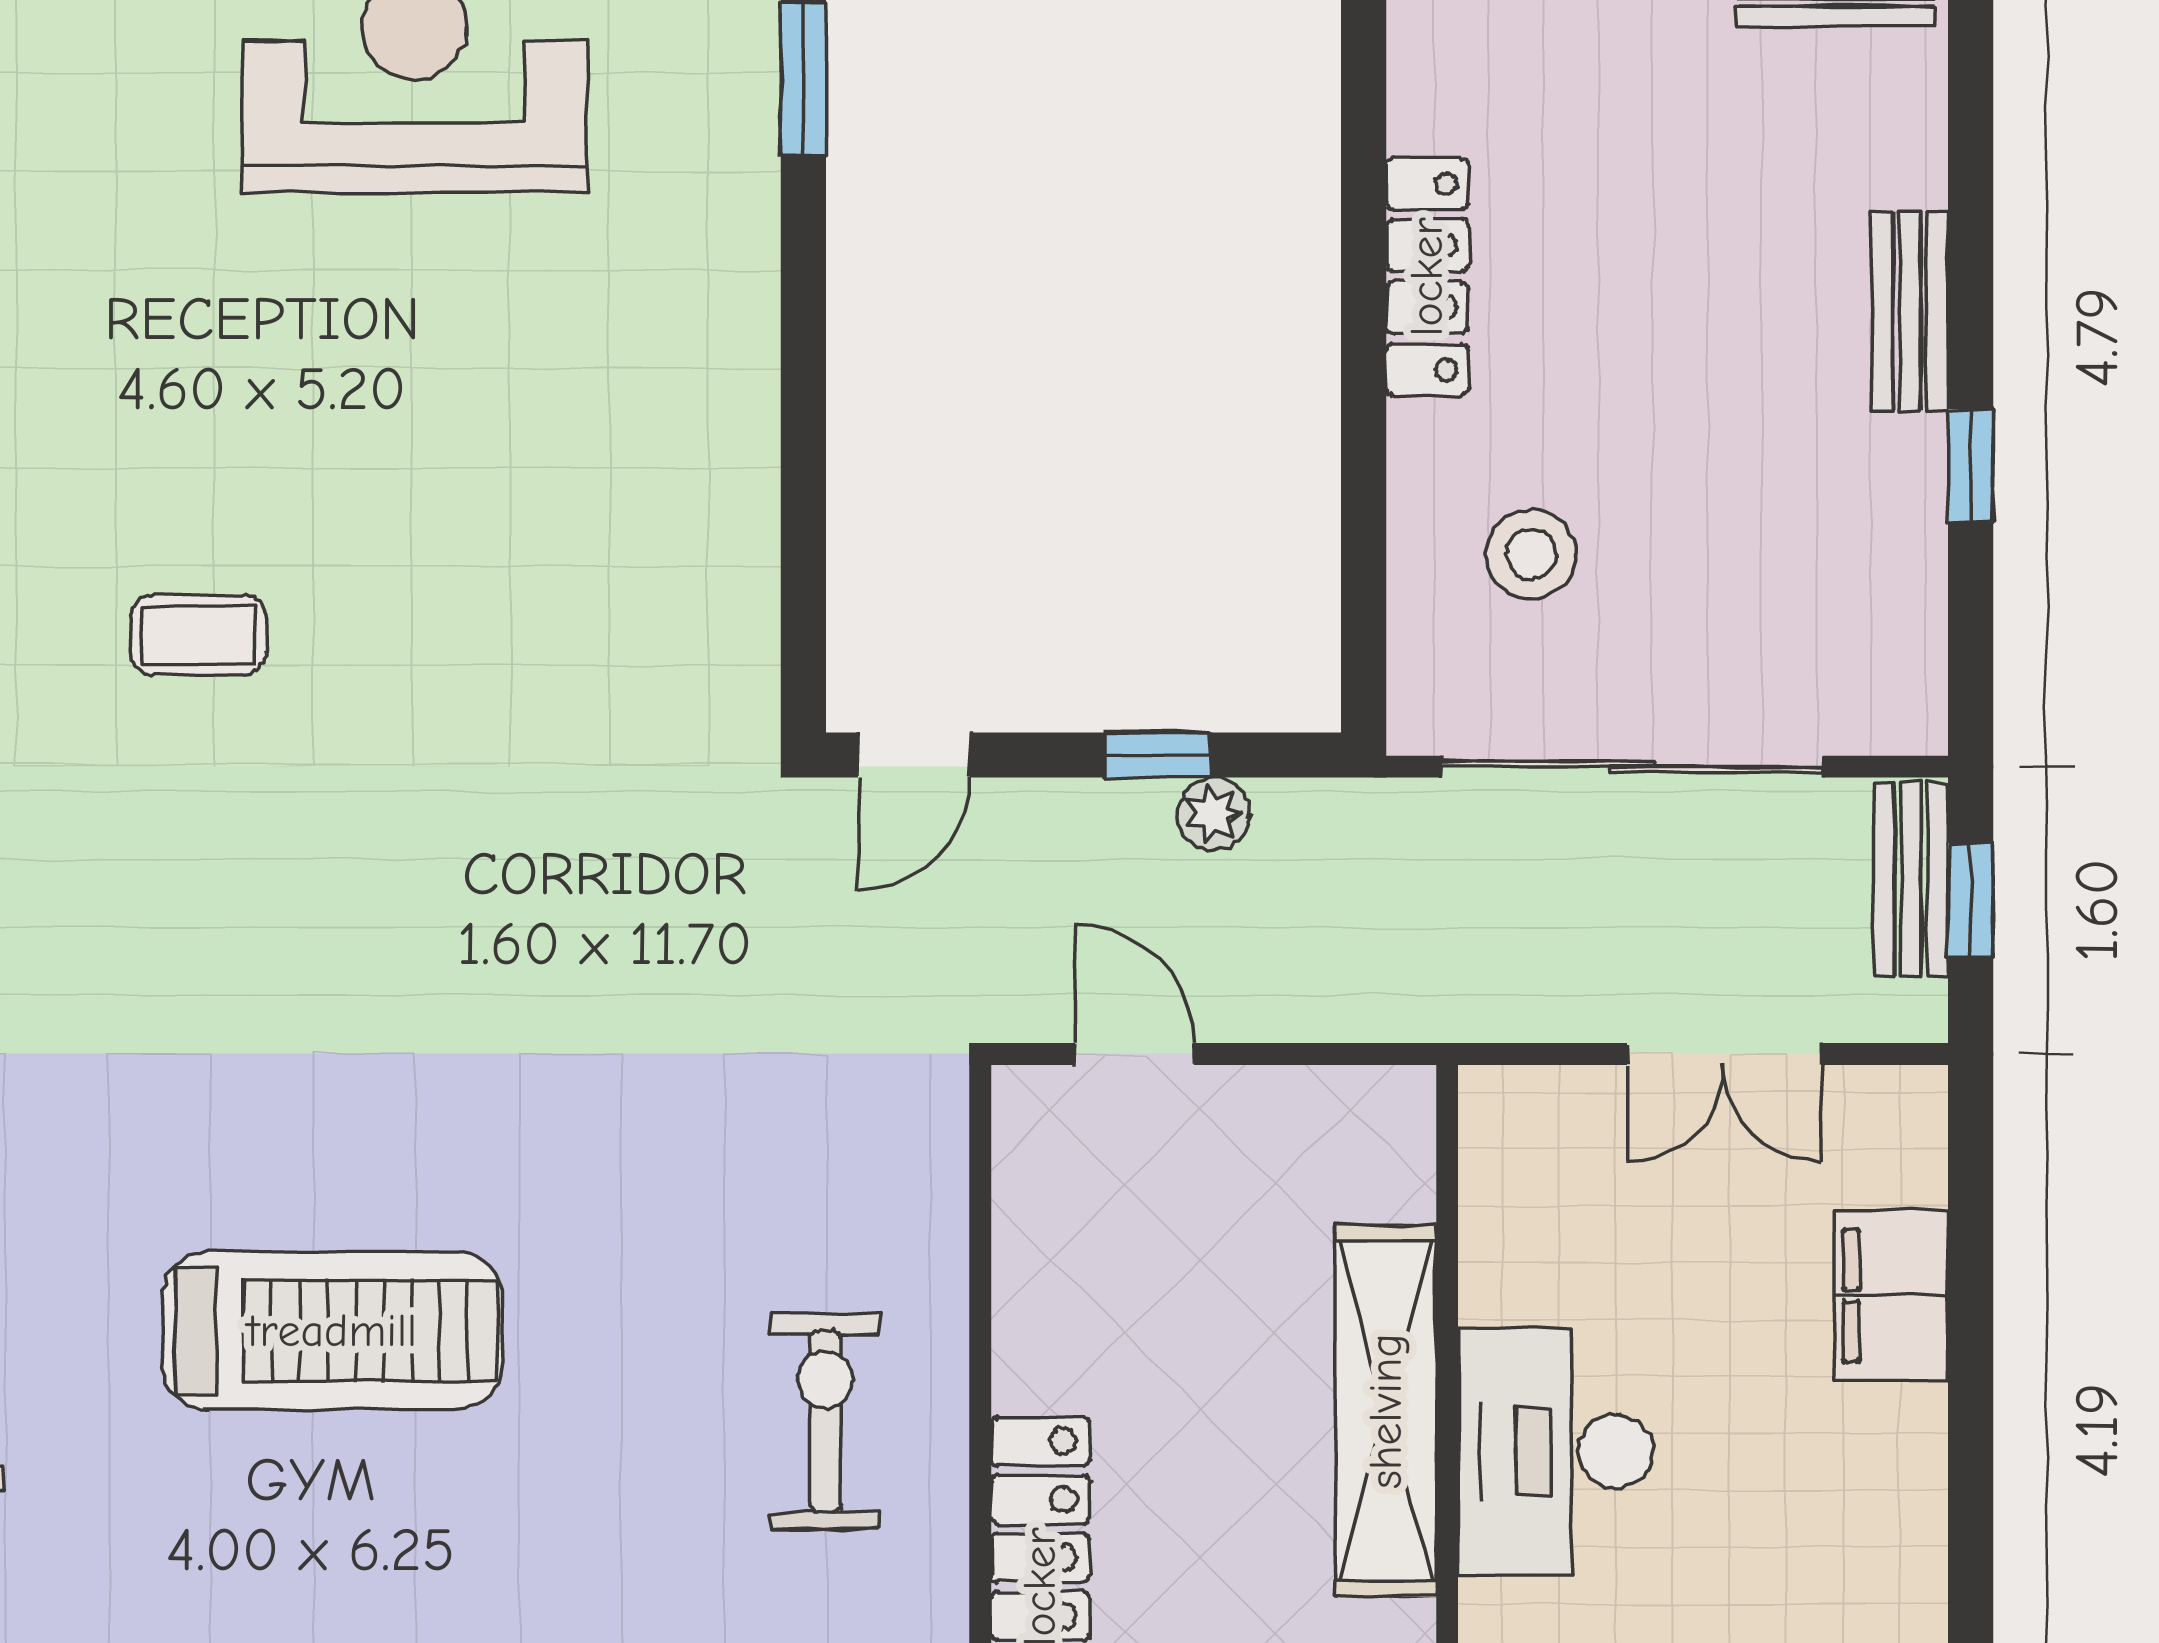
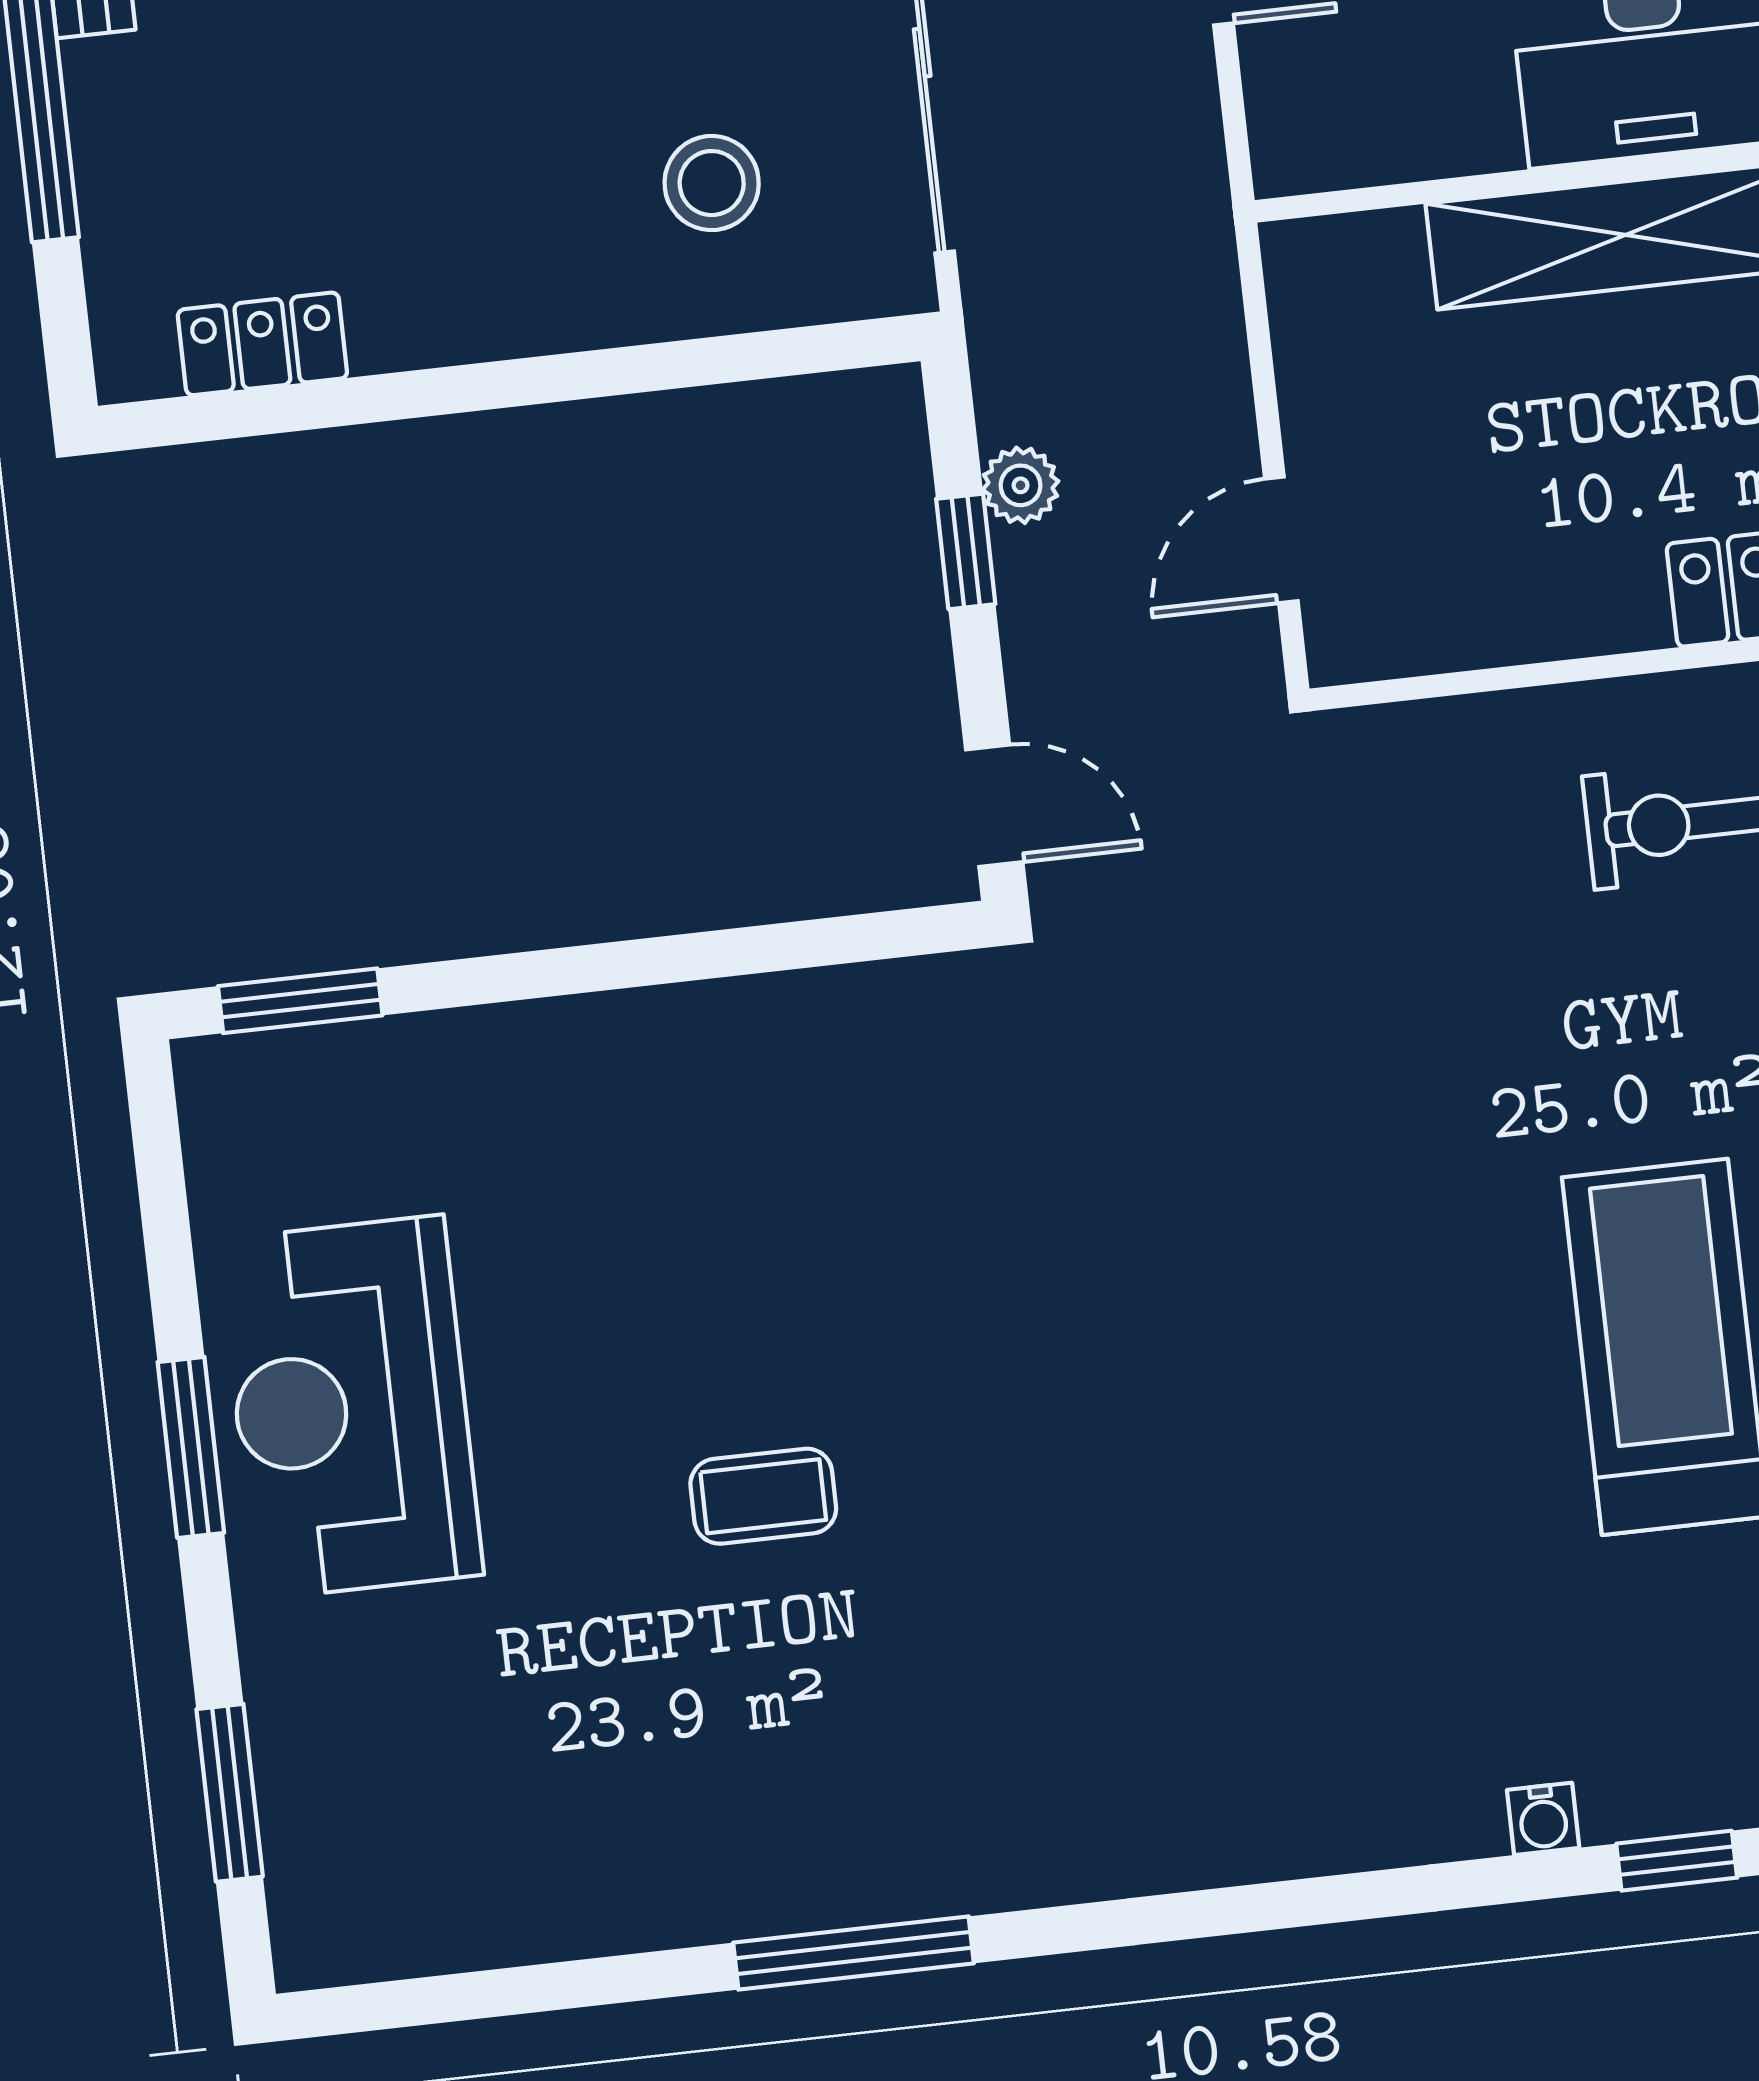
locker: (1427, 277) -> (262, 344), moved, width x0.66
coffee table: (199, 635) -> (763, 1496), moved, turned 90

